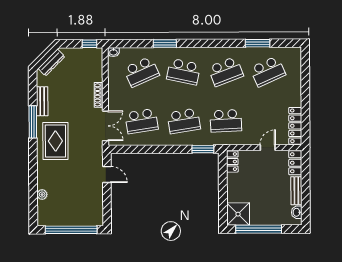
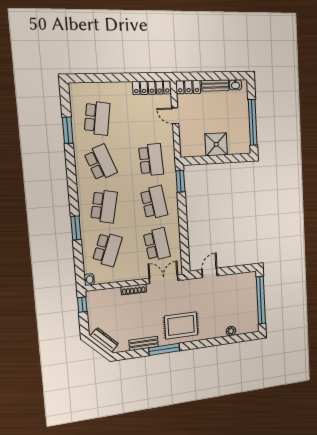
school desk: (268, 71) -> (97, 118), turned 33
school desk: (141, 72) -> (107, 249), turned 45
locker: (232, 162) -> (191, 151), removed
shower: (238, 214) -> (216, 144), moved

